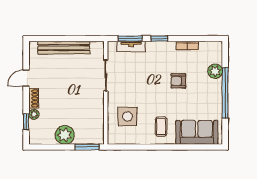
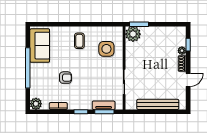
plant: (215, 71) -> (36, 104), moved
sofa: (197, 132) -> (40, 46), moved, turned -90
plant: (65, 135) -> (133, 34), moved

